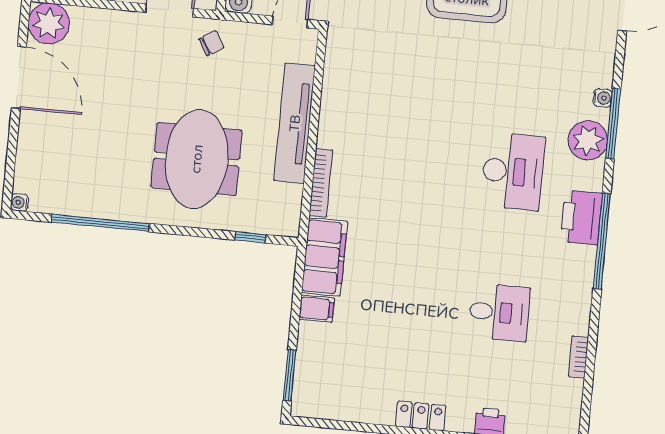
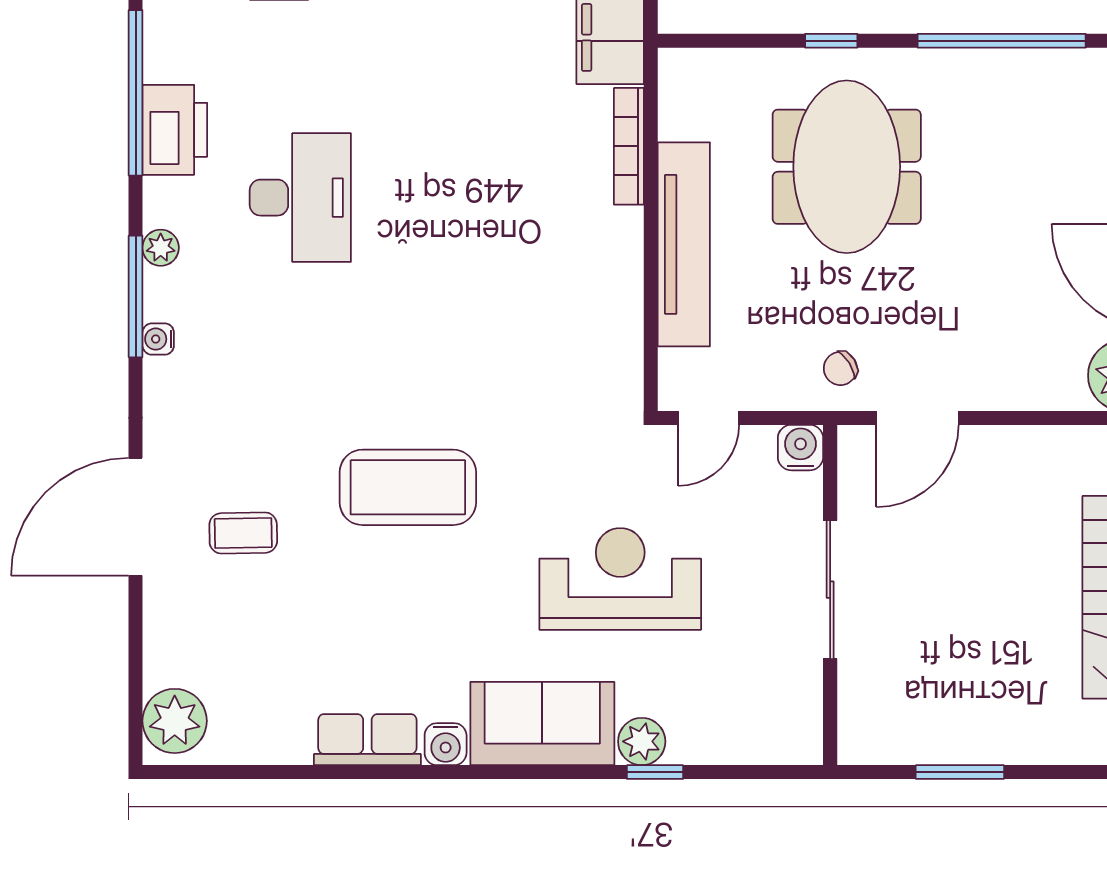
plant: (588, 140) -> (161, 248), width x0.53, depth x0.53
desk: (513, 171) -> (300, 198), turned 180
window: (250, 237) -> (831, 41), moved

